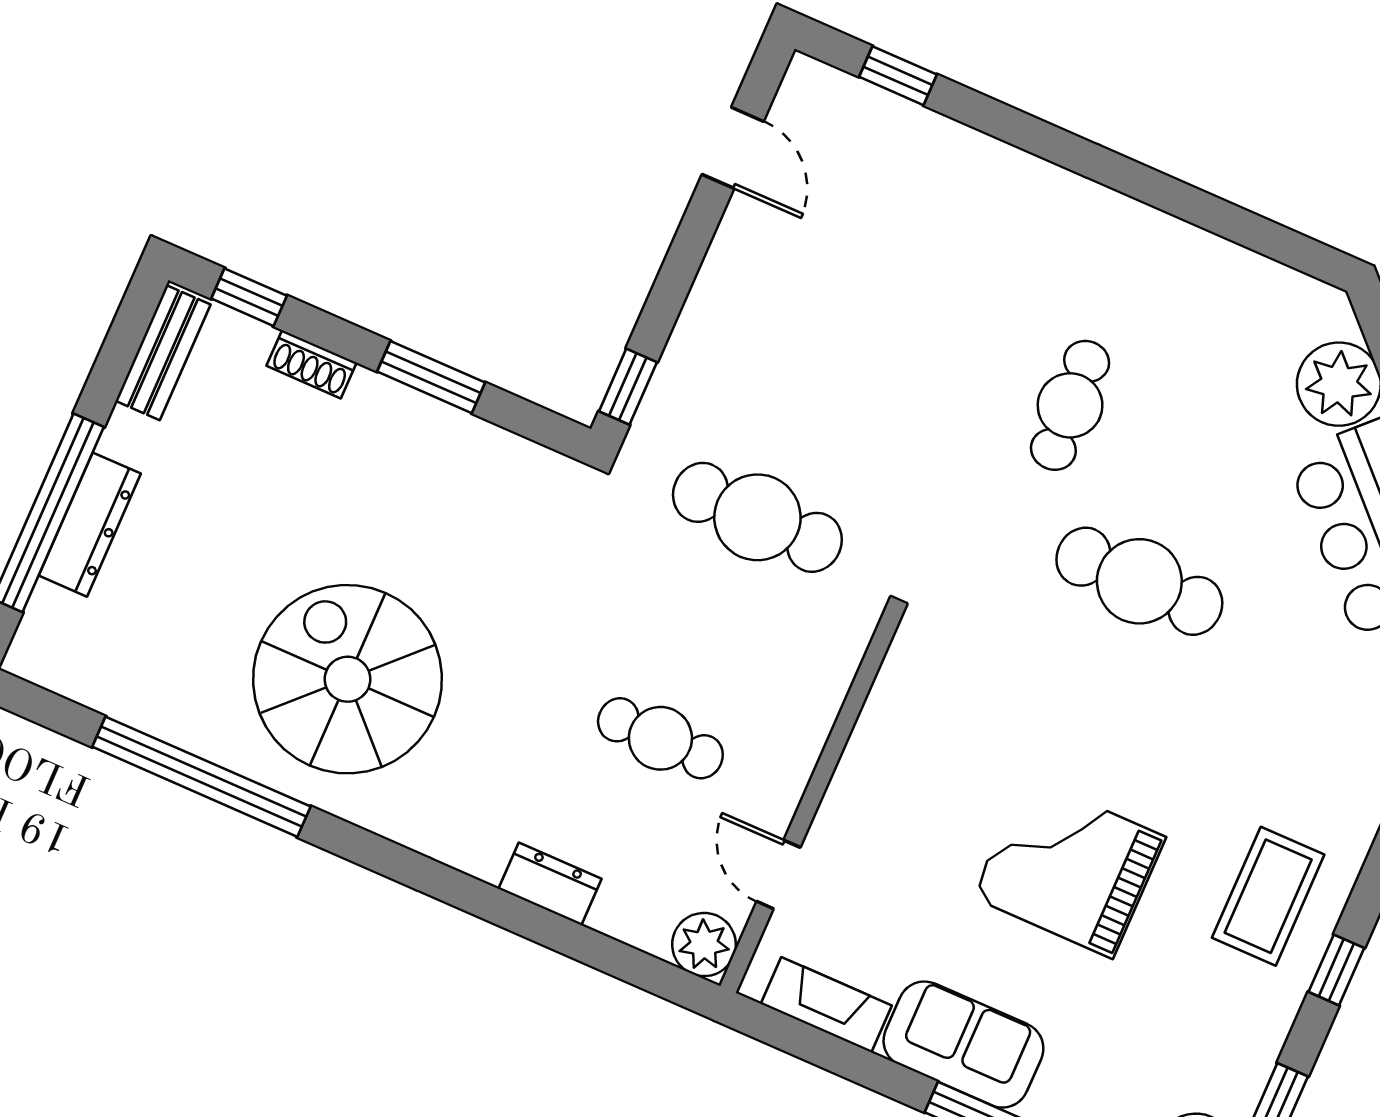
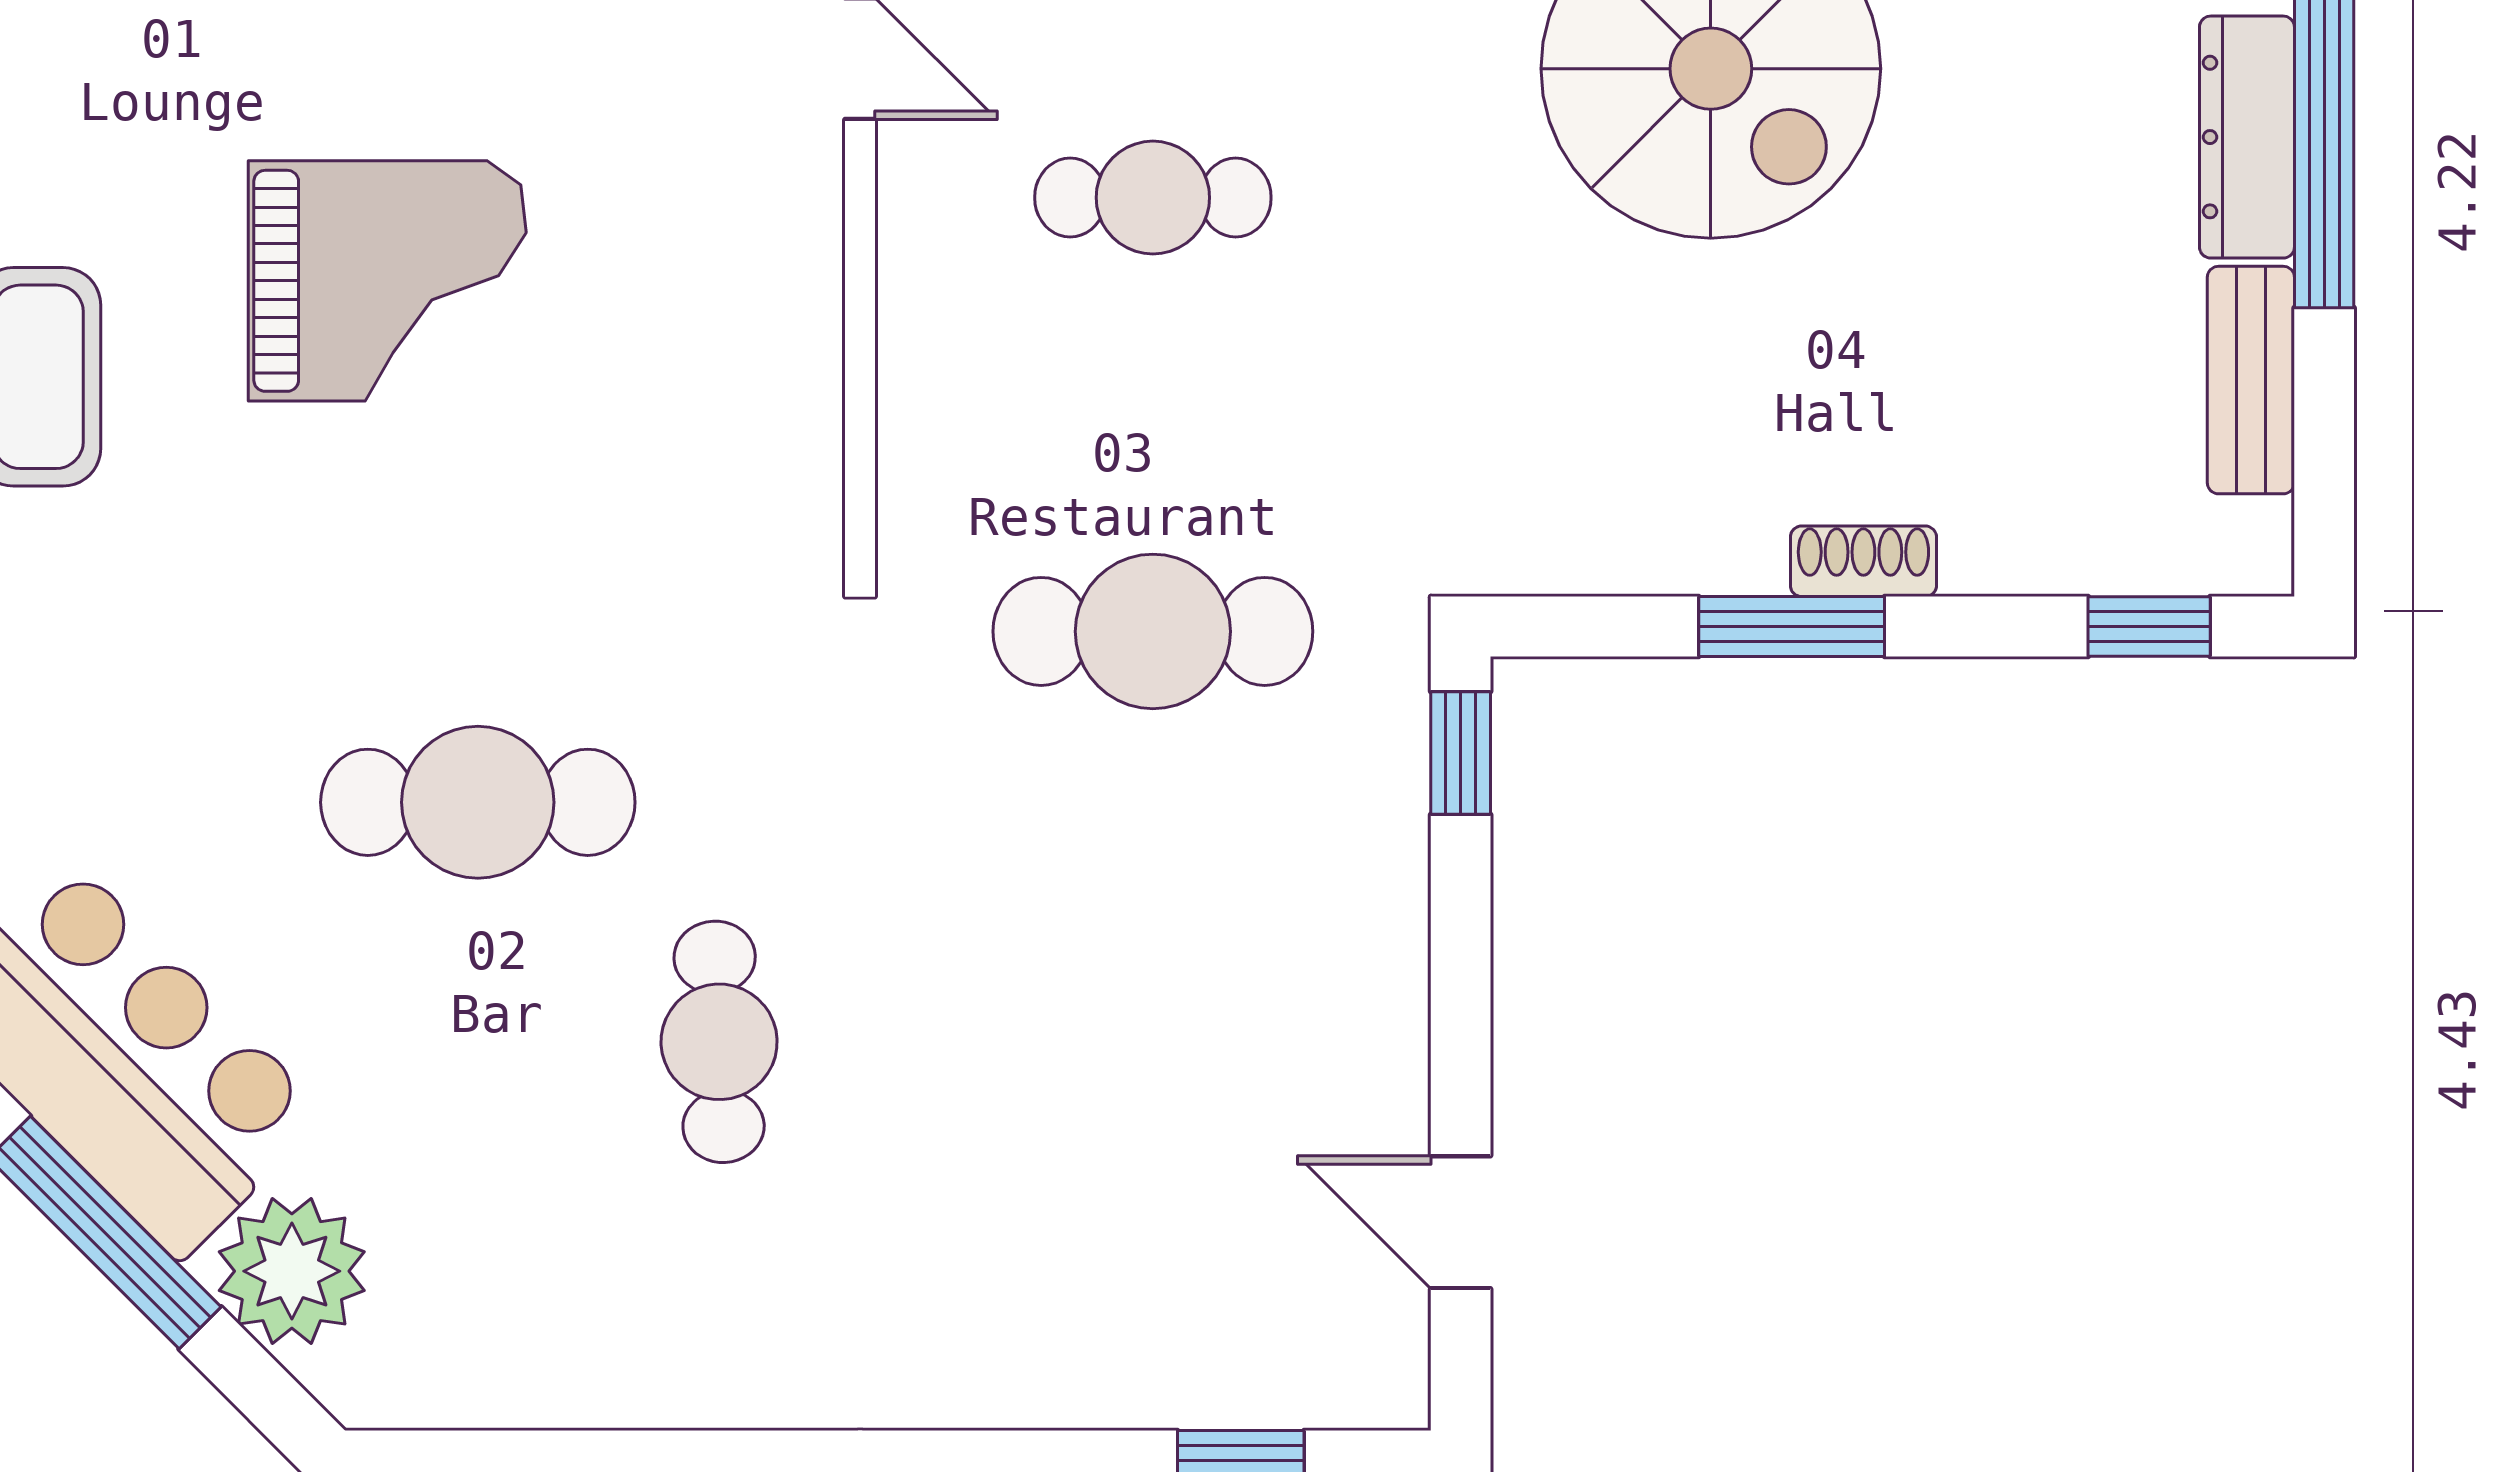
bench: (163, 353) -> (2251, 380), moved
shoe rack: (311, 364) -> (1863, 561), moved

